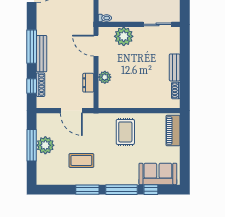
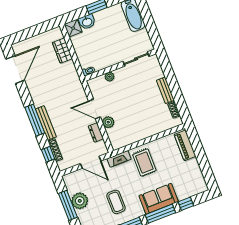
plant: (124, 36) -> (109, 77), width x0.53, depth x0.53
door: (96, 46) -> (94, 109), moved
fireplace: (101, 118) -> (119, 159), added
coffee table: (81, 160) -> (116, 202), turned 90
sofa: (158, 174) -> (159, 199), moved

